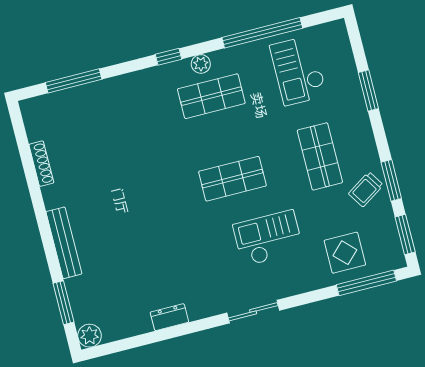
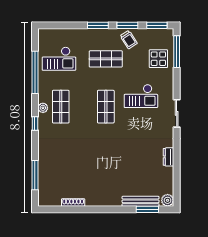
window: (368, 90) -> (98, 25), moved
checkout: (268, 238) -> (141, 96), turned -90
bench: (64, 243) -> (141, 201), moved

